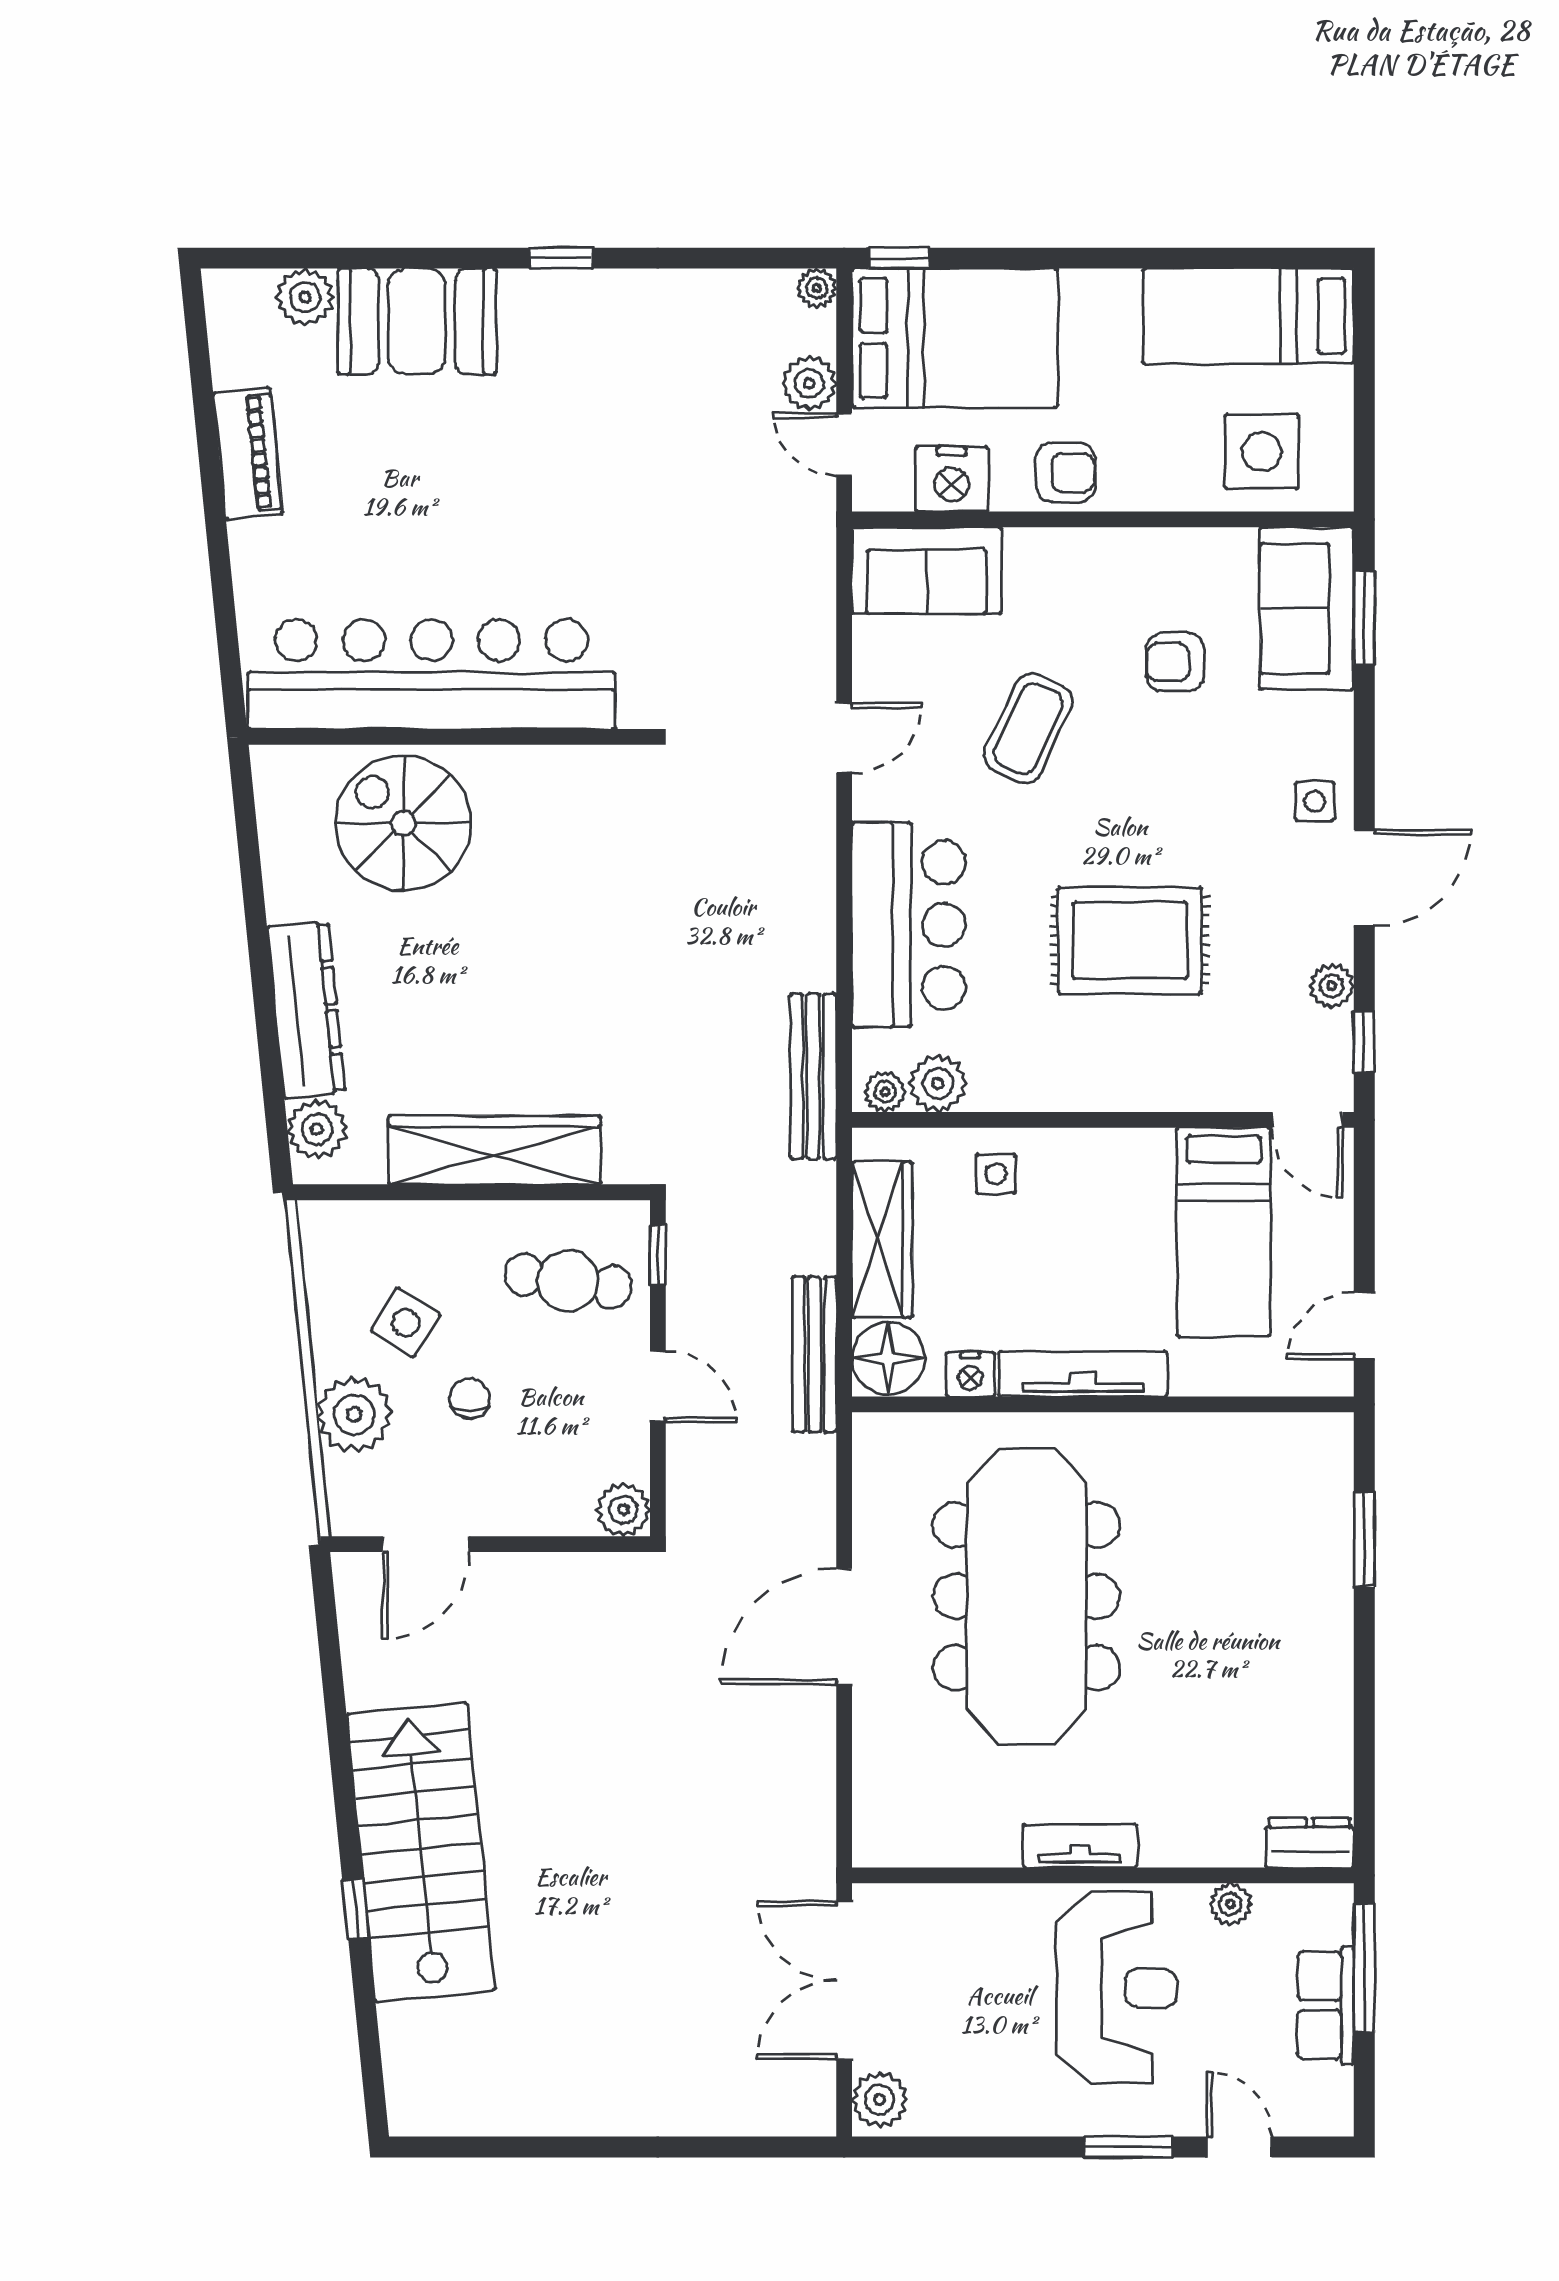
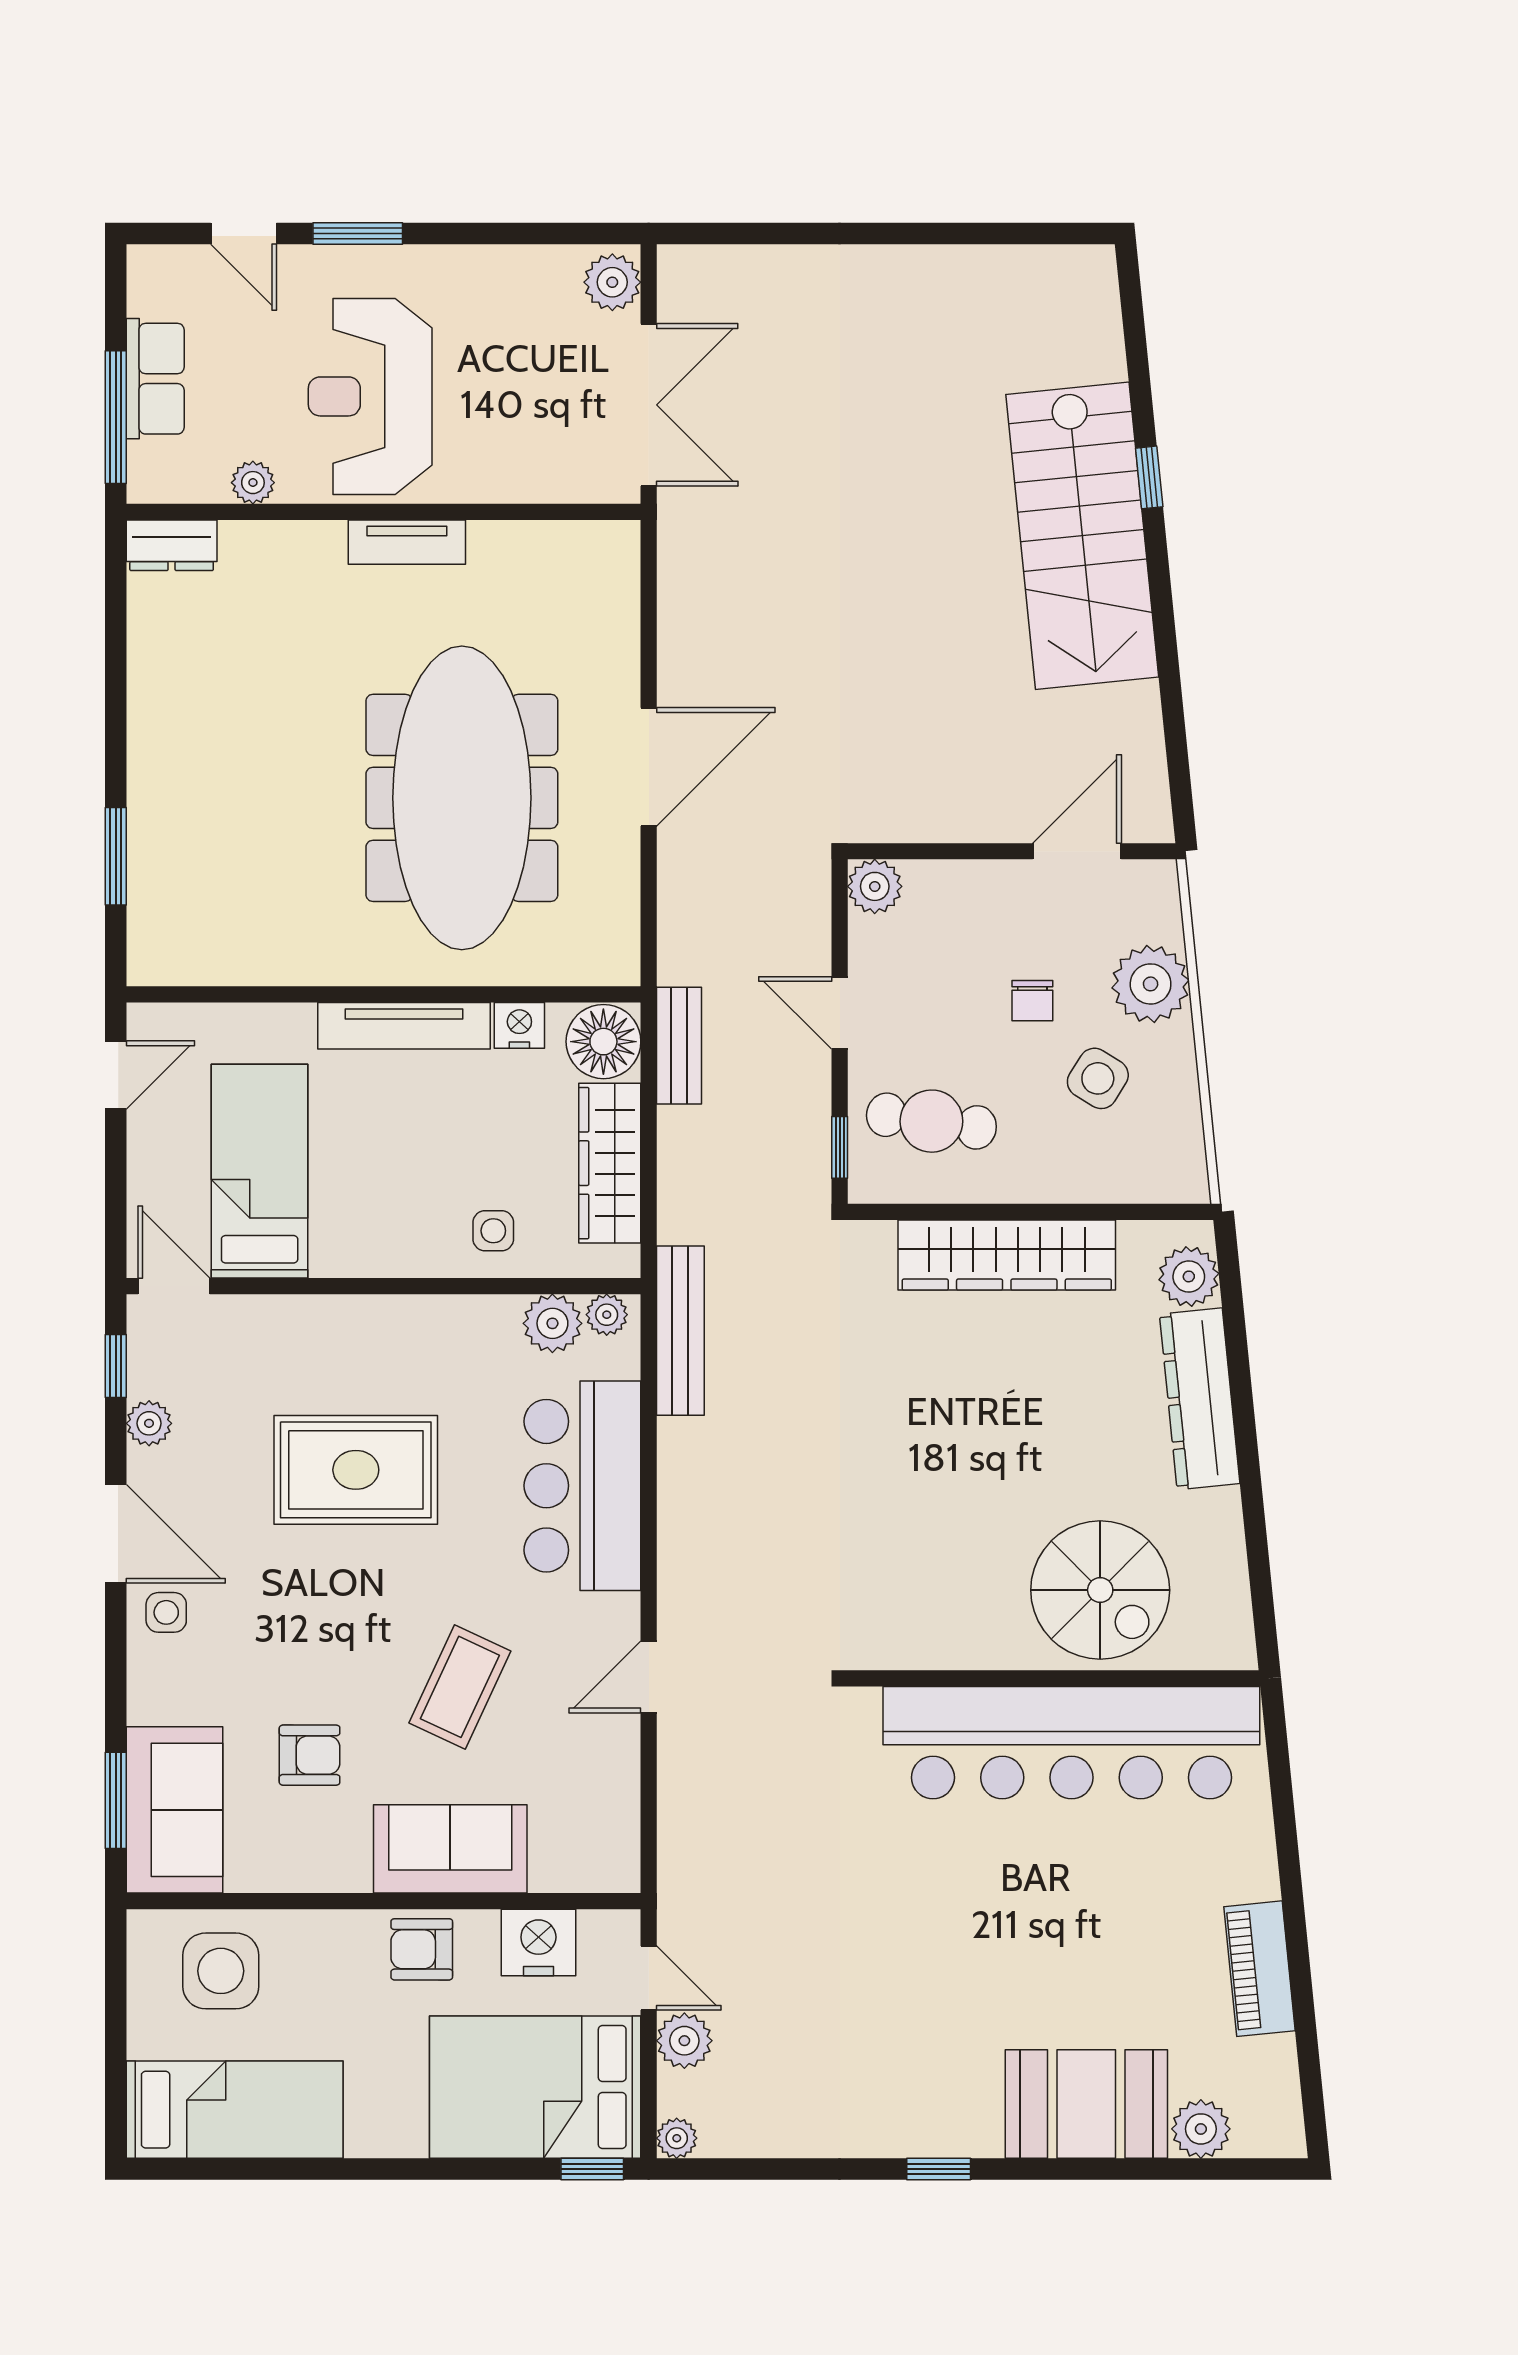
sofa: (927, 570) -> (450, 1849), moved
door: (1364, 878) -> (116, 1534), swing flipped
bench: (815, 1354) -> (679, 1046), width x0.73

